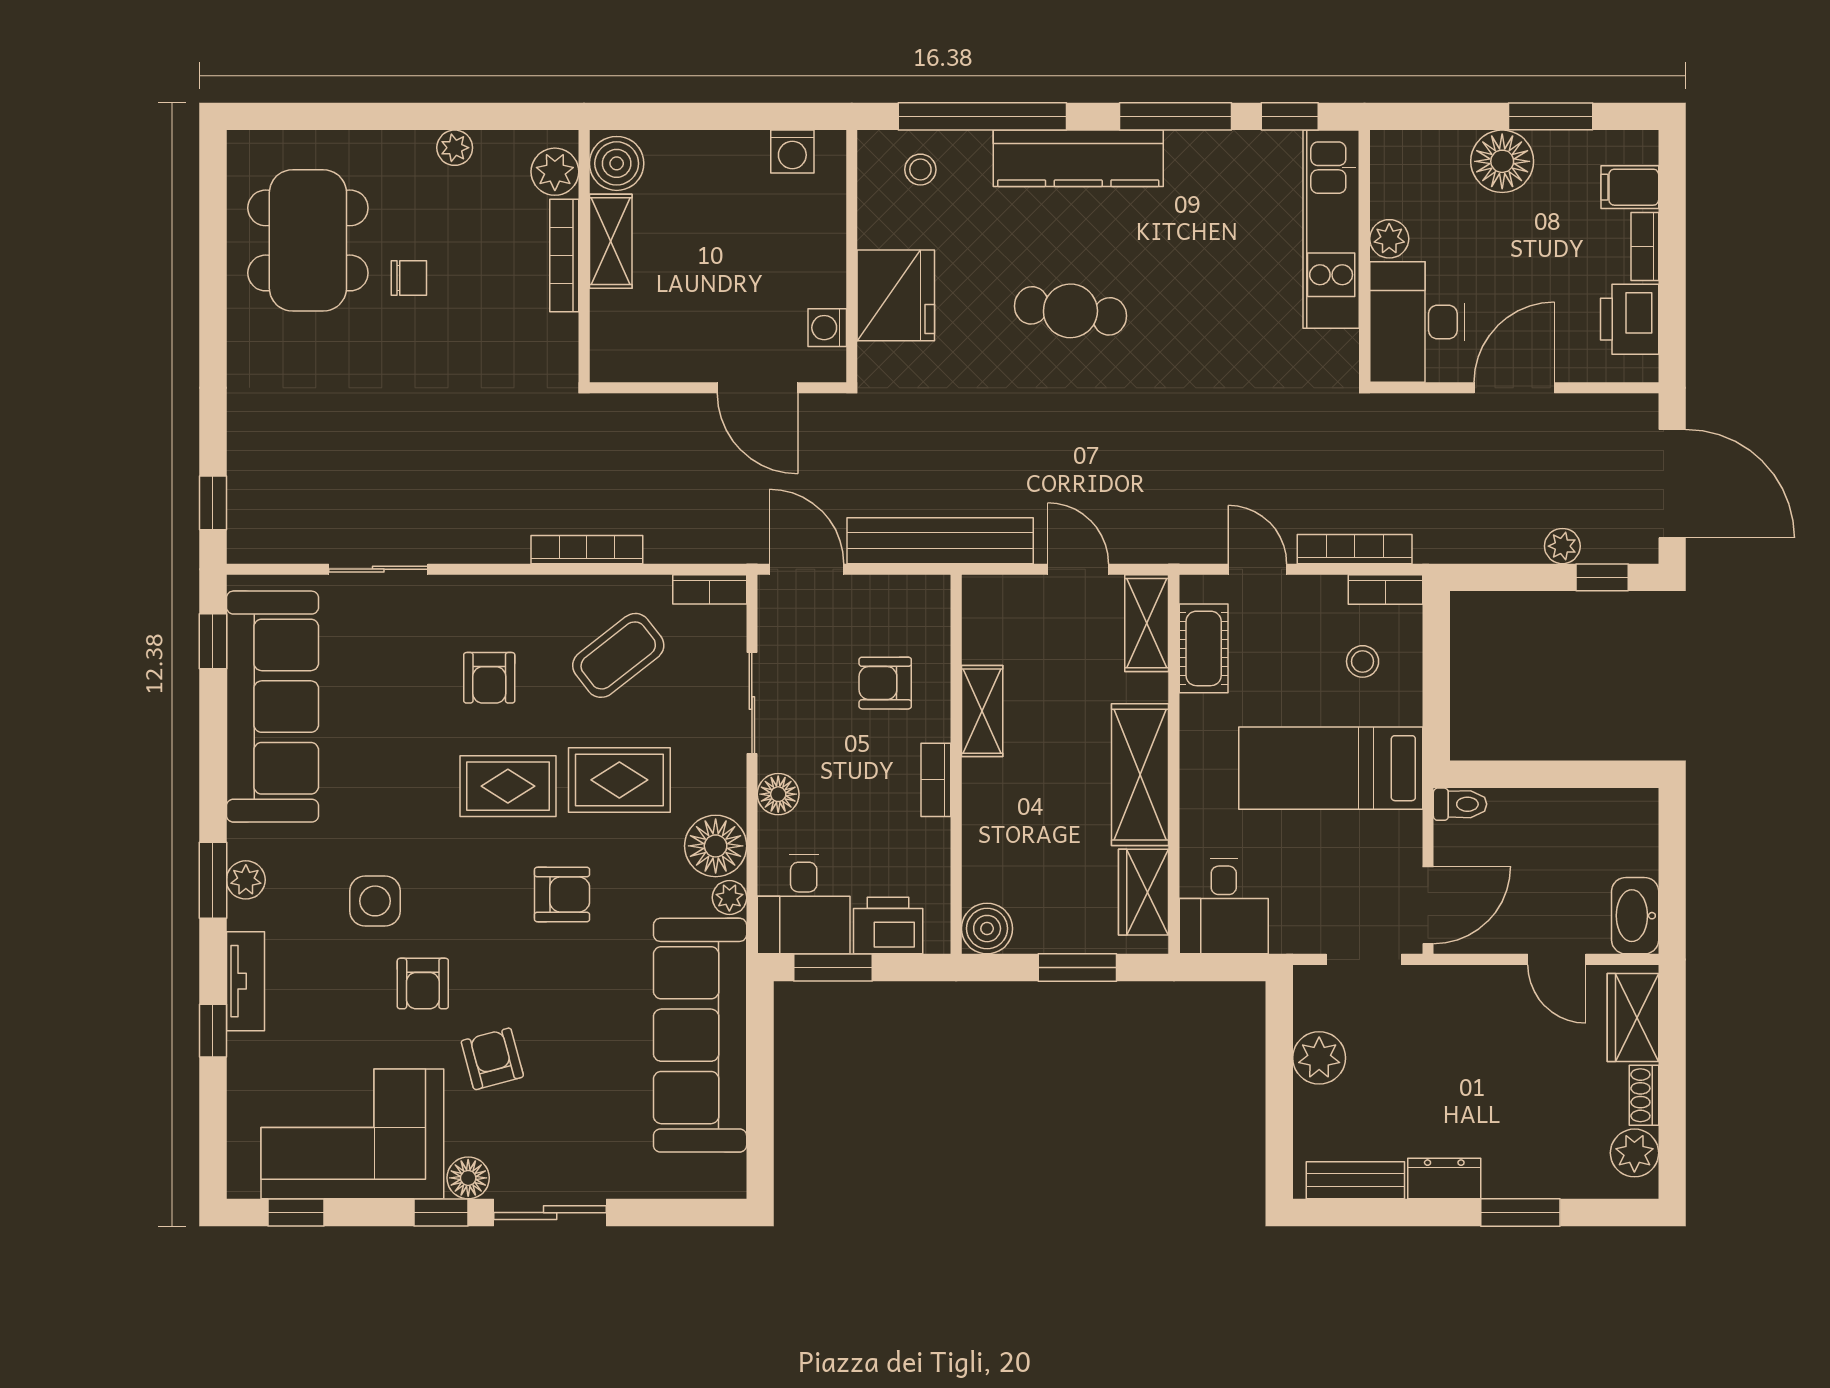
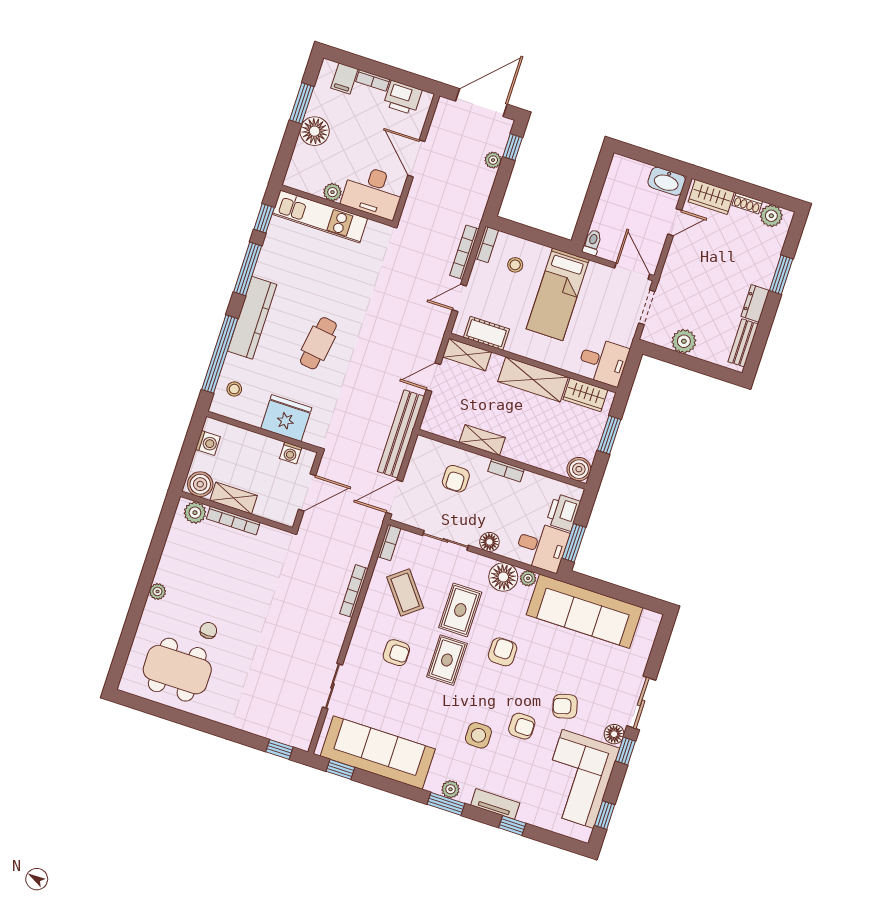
boiler: (617, 163) -> (200, 484), moved
plant: (555, 172) -> (195, 513), moved
shelving: (611, 241) -> (234, 498), moved
bookcase: (564, 255) -> (233, 521), moved
wall: (584, 256) -> (236, 512), moved

